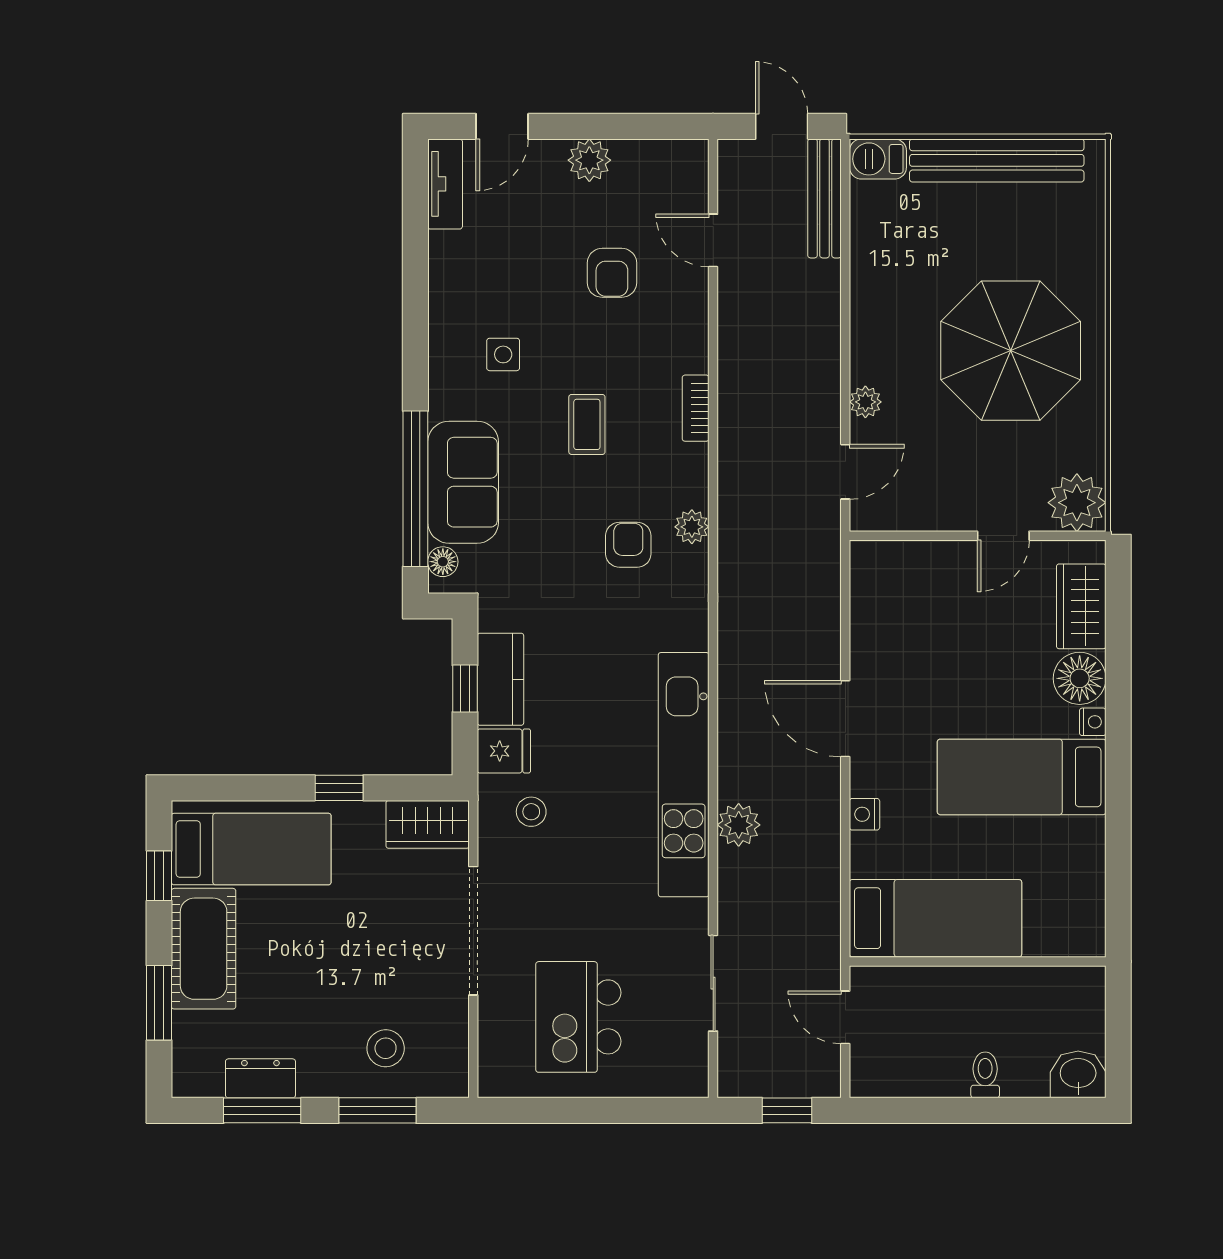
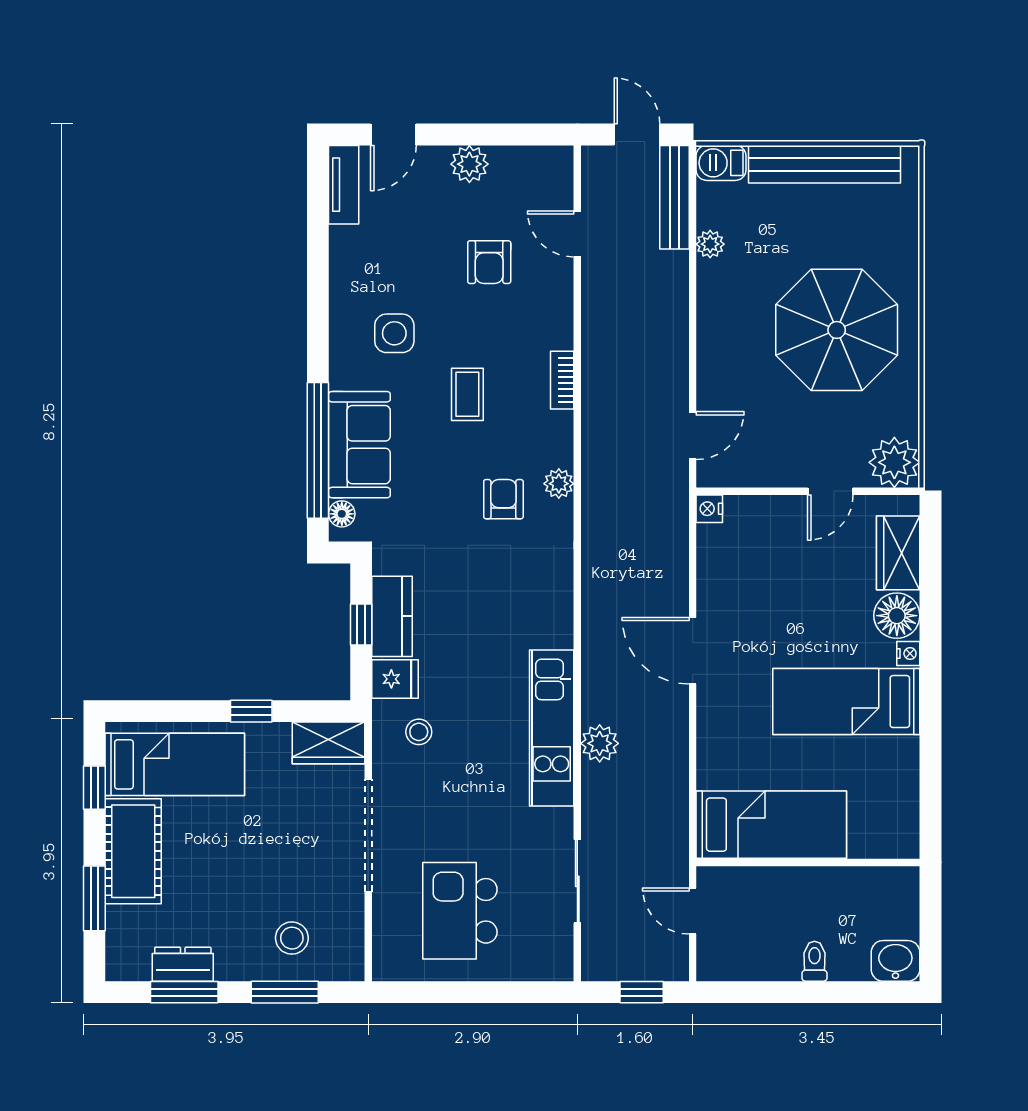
side table: (503, 354) -> (394, 333), width x1.37, depth x1.37
plant: (865, 402) -> (710, 244), moved
kitchen unit: (684, 775) -> (552, 728), width x0.73
nightstand: (865, 814) -> (709, 509), moved

